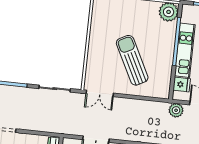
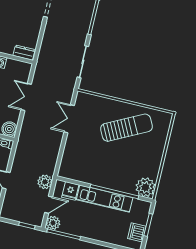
sun lounger: (132, 60) -> (126, 128), moved
double door: (100, 93) -> (69, 119), moved

